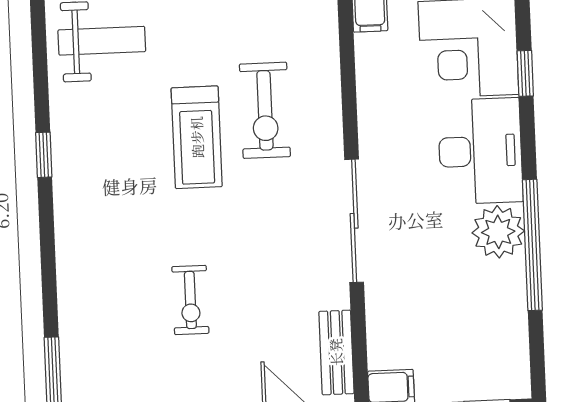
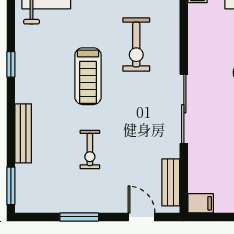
treadmill: (197, 137) -> (88, 76), moved
bench: (71, 276) -> (23, 133), added

